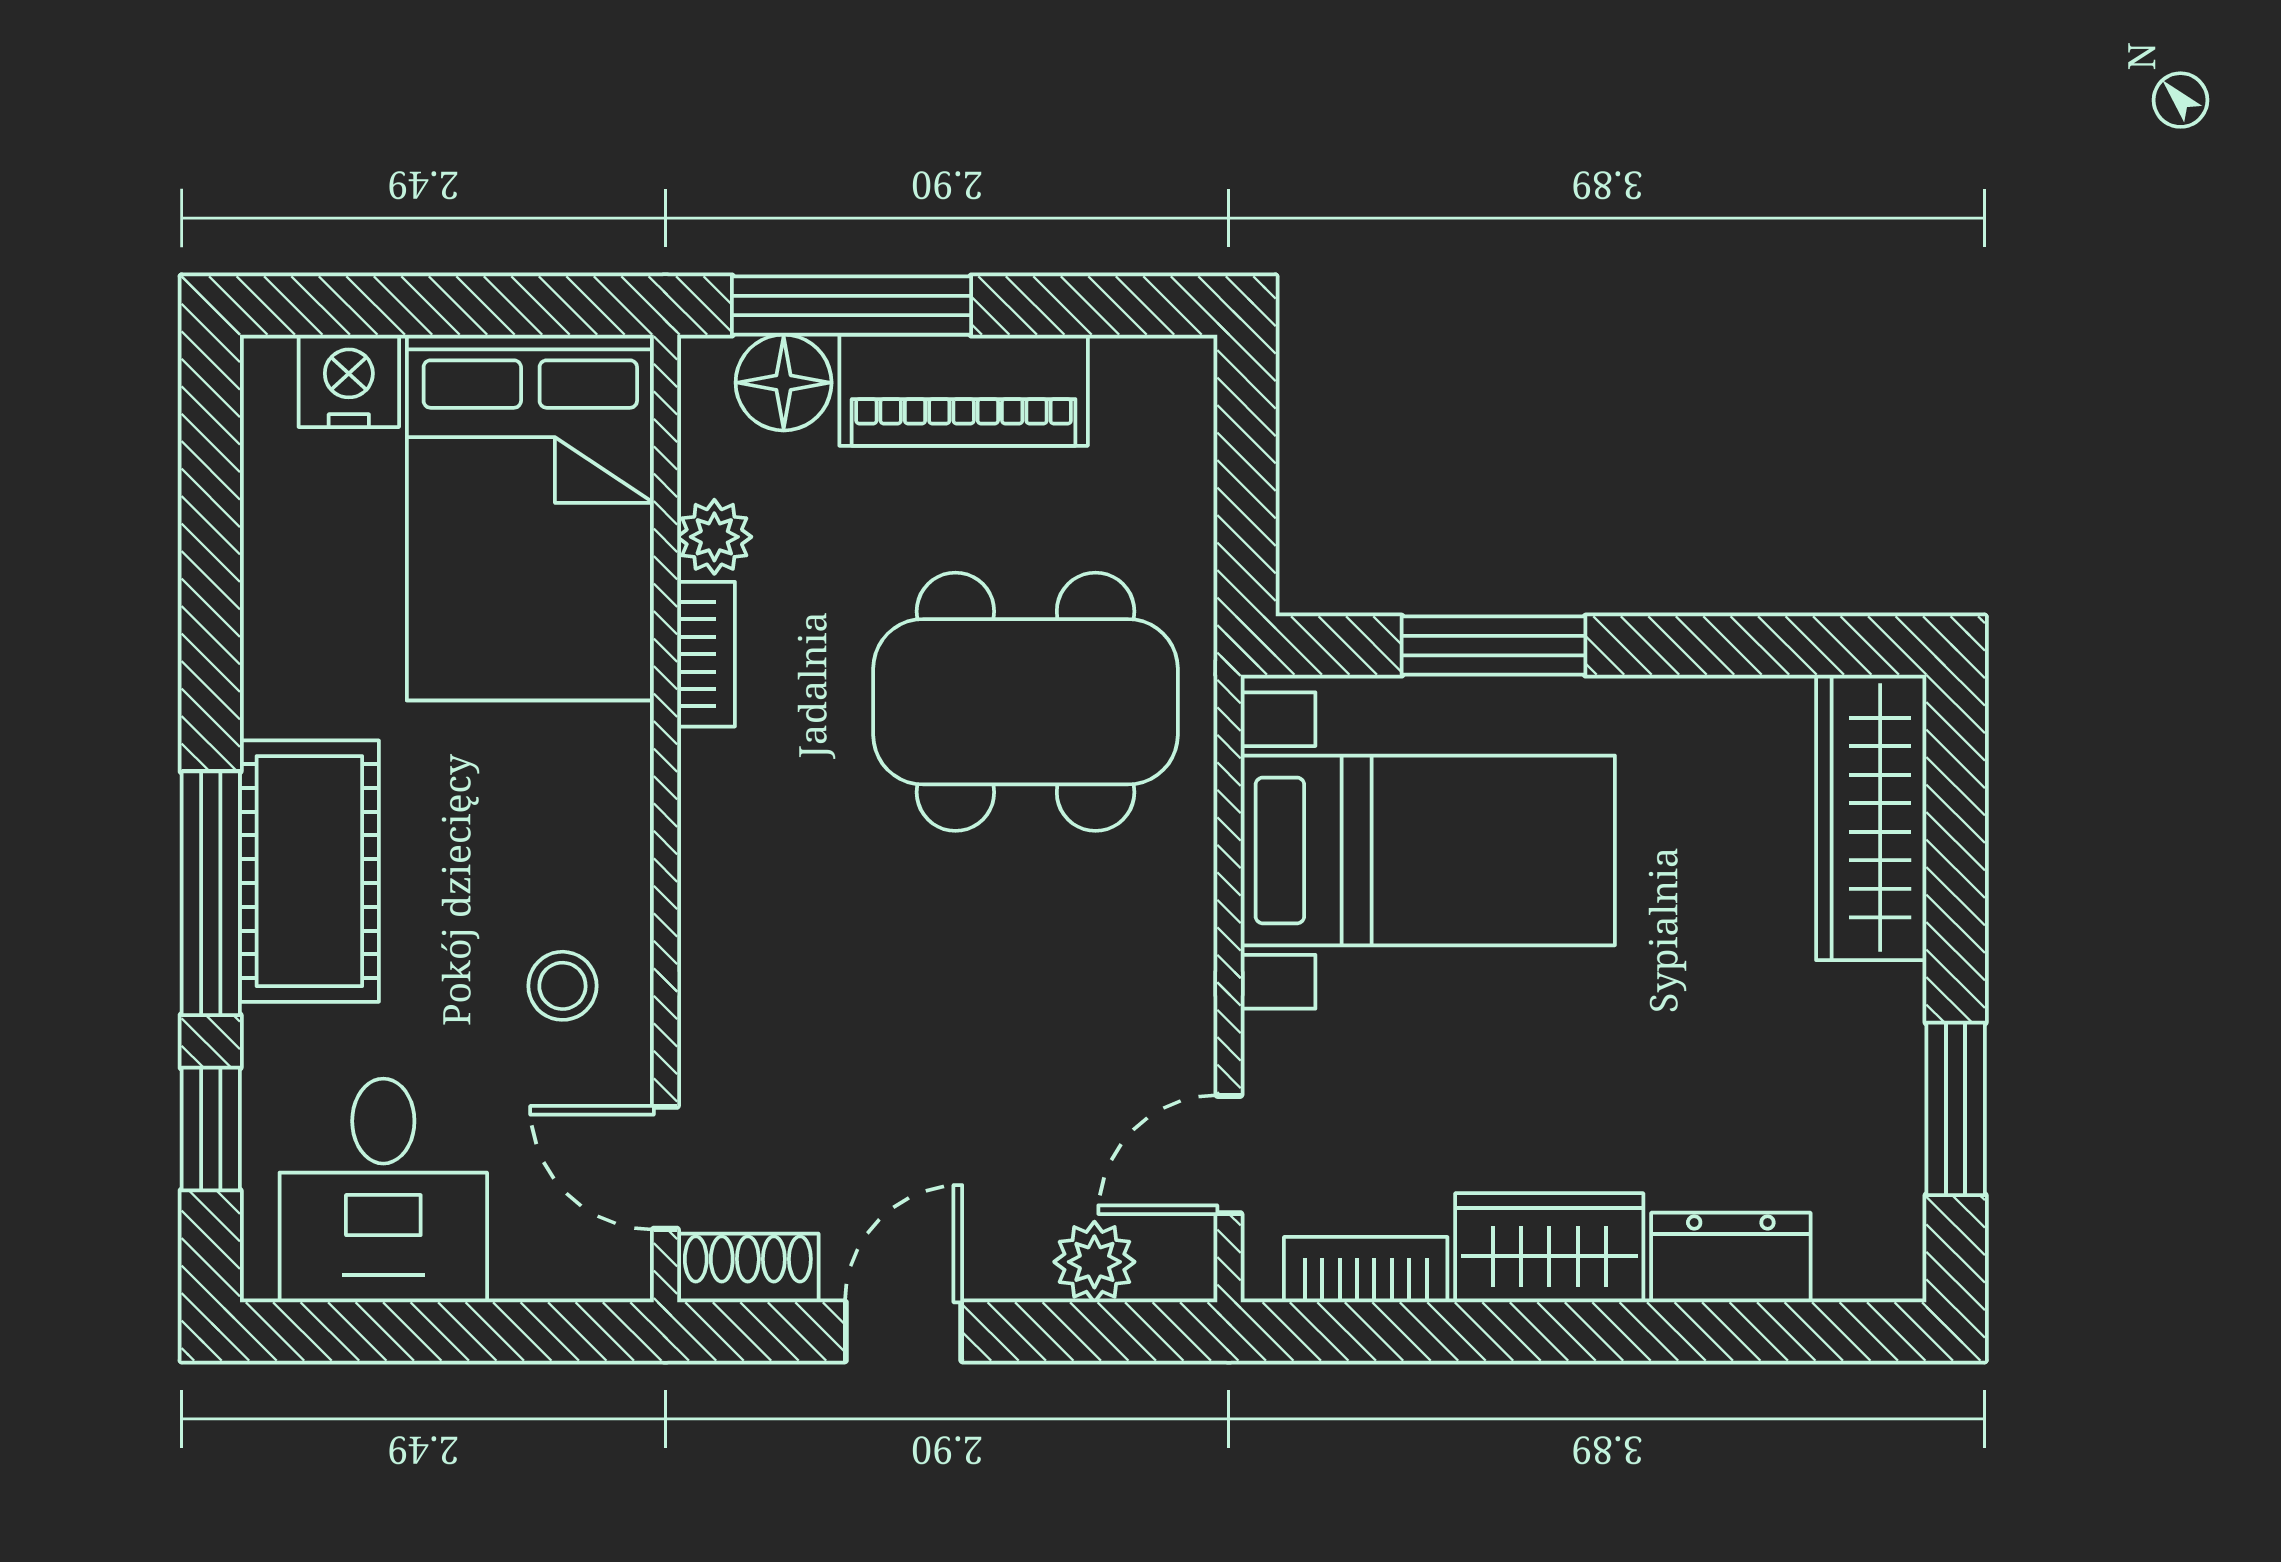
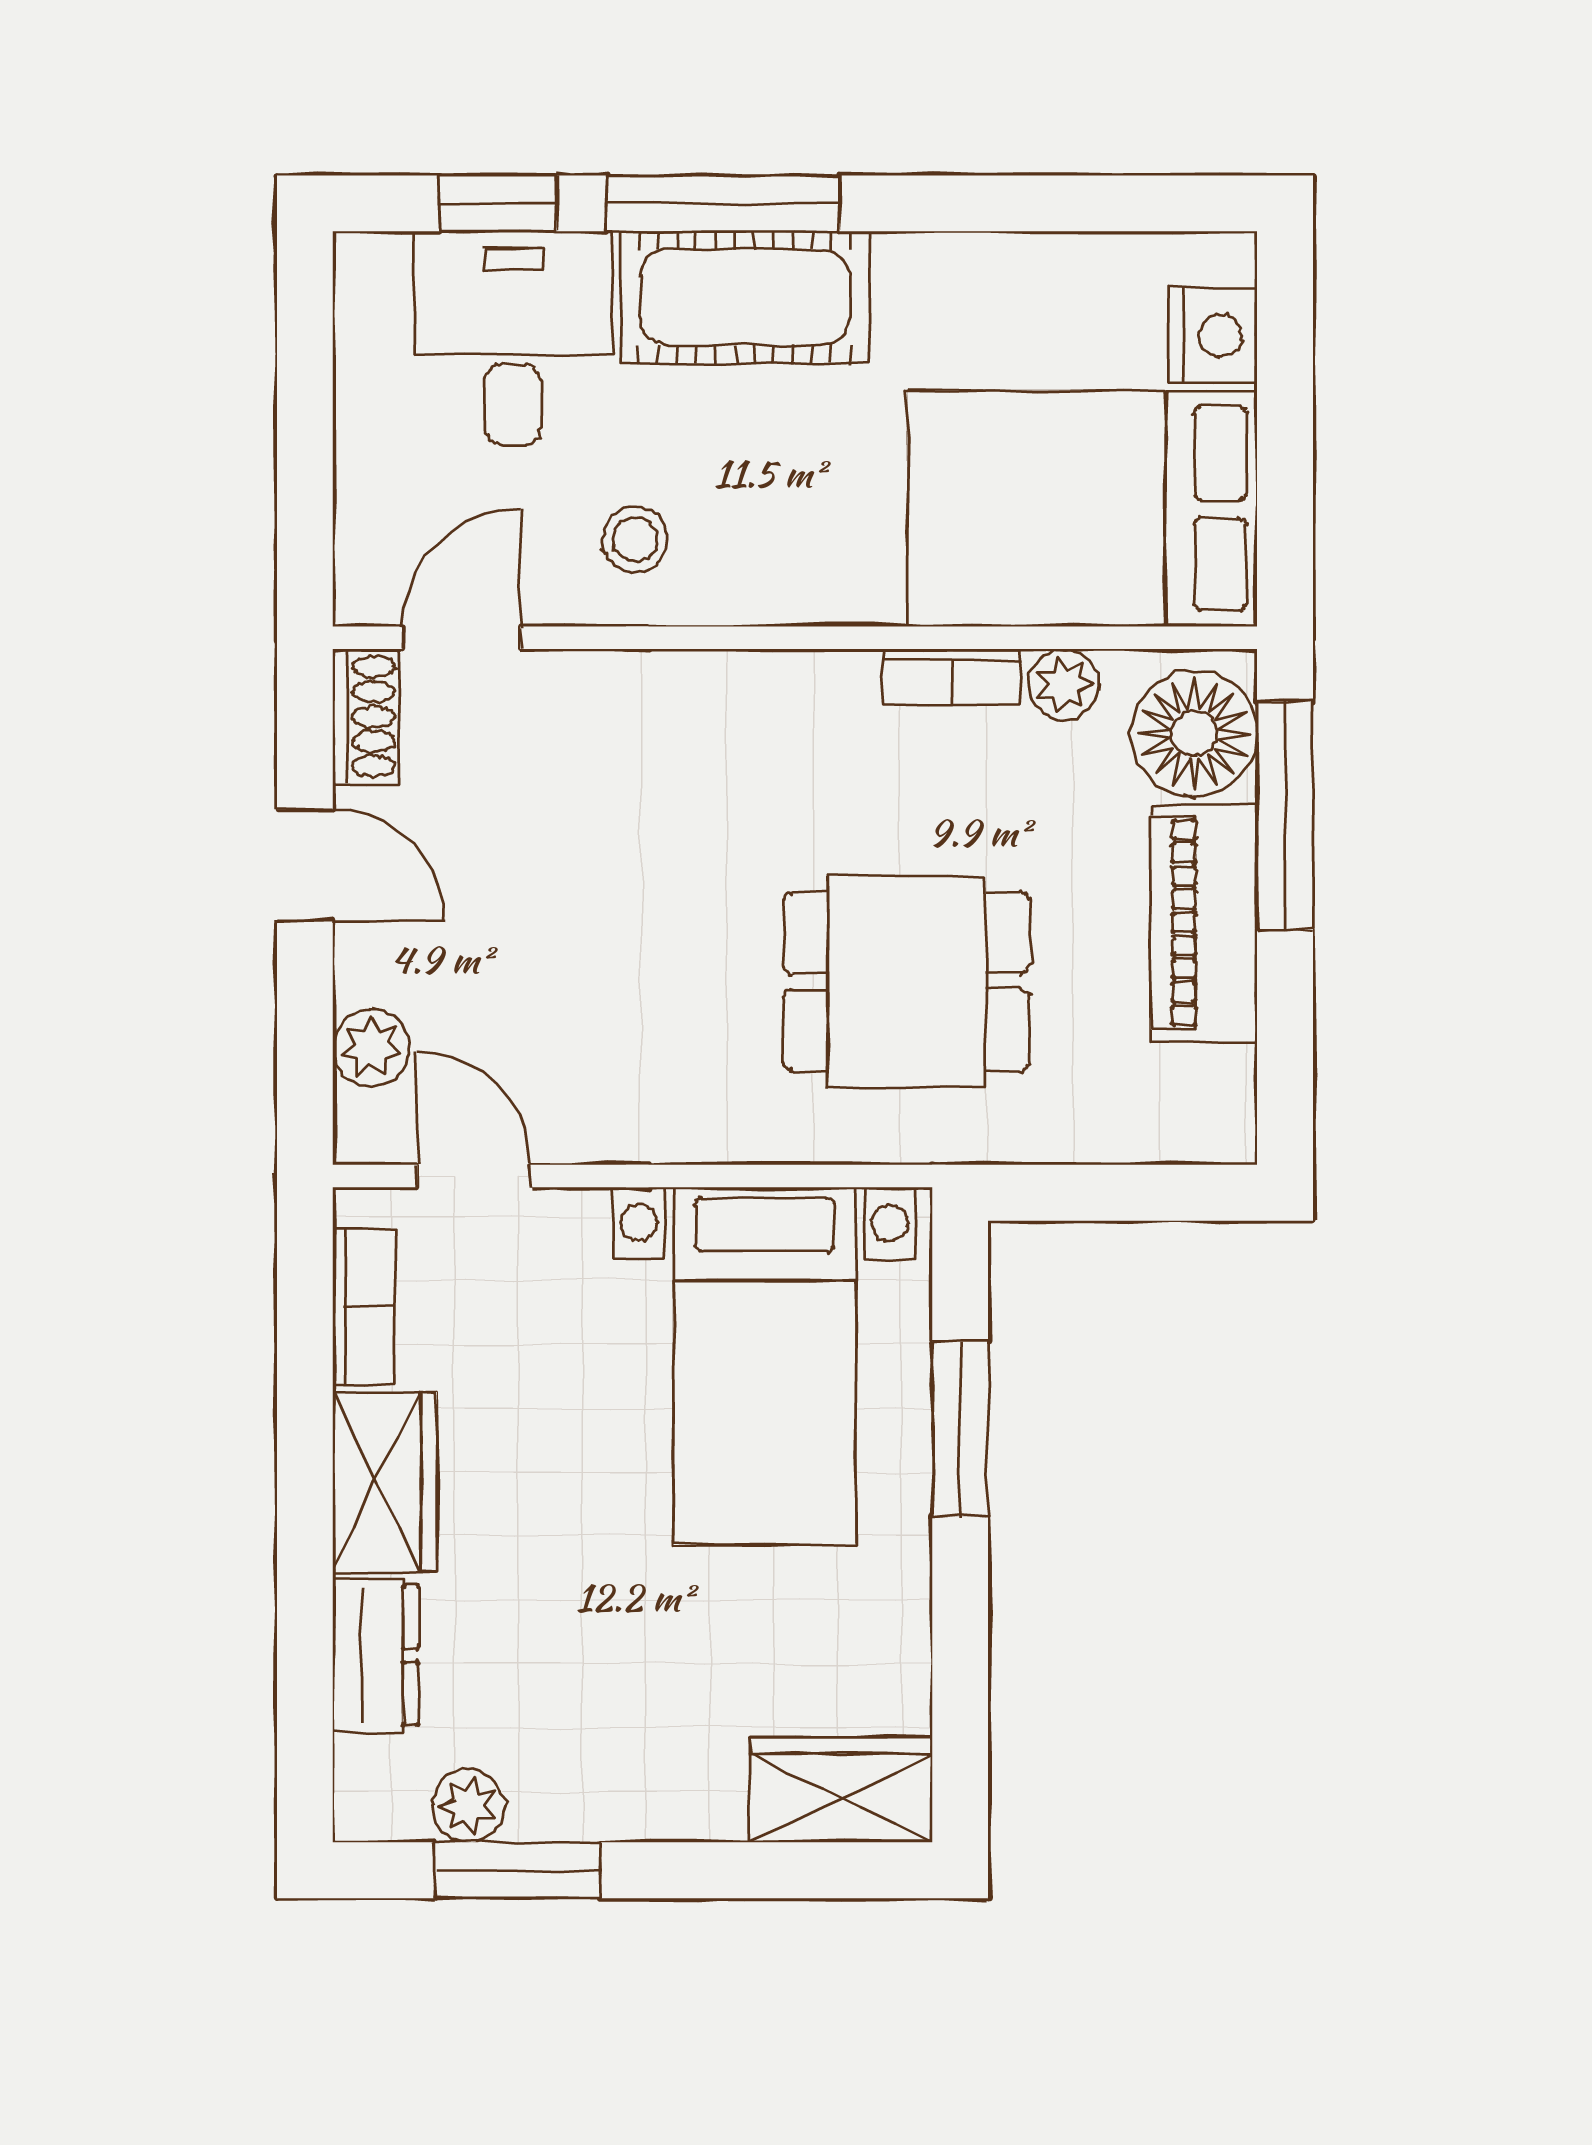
floor lamp: (784, 383) -> (1194, 733), width x1.38, depth x1.38
dining table: (1025, 702) -> (906, 982), width x0.73
wardrobe: (1871, 817) -> (841, 1790), width x0.67
plant: (1888, 1161) -> (468, 1806), added
desk: (383, 1190) -> (513, 338), moved, turned 90

